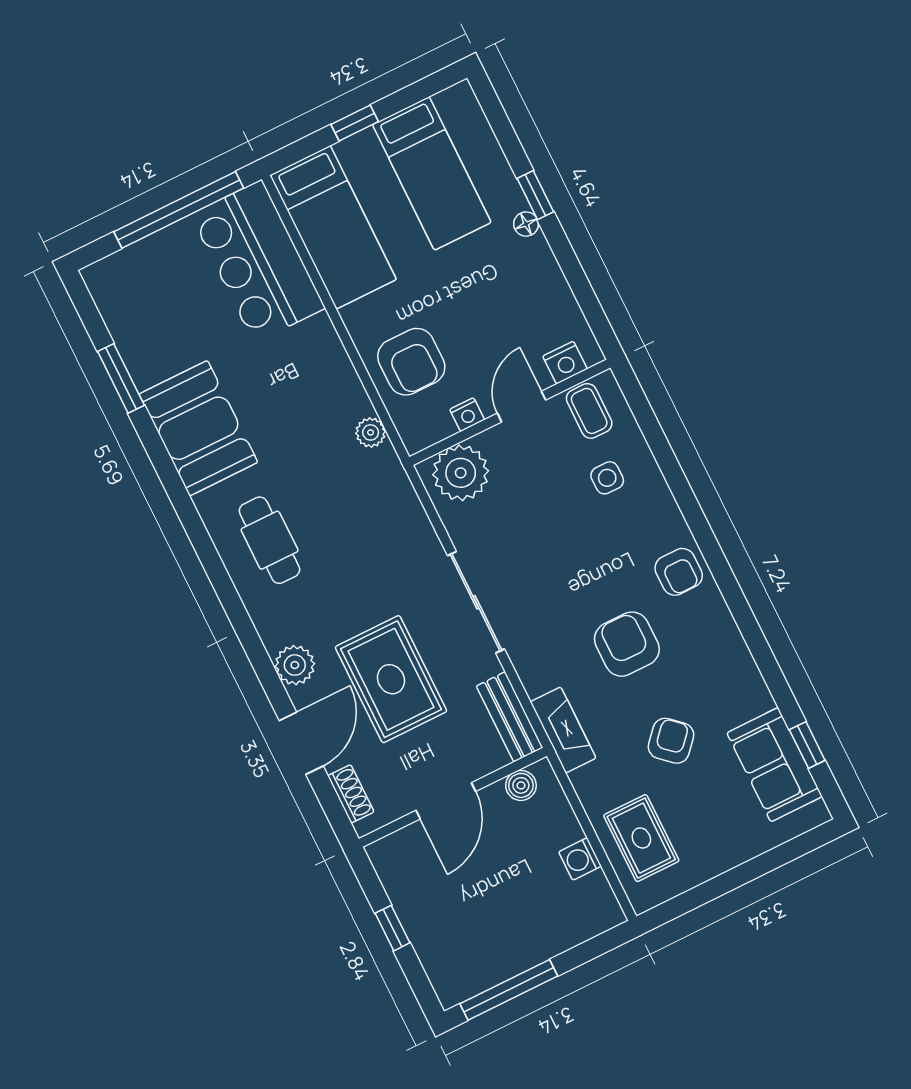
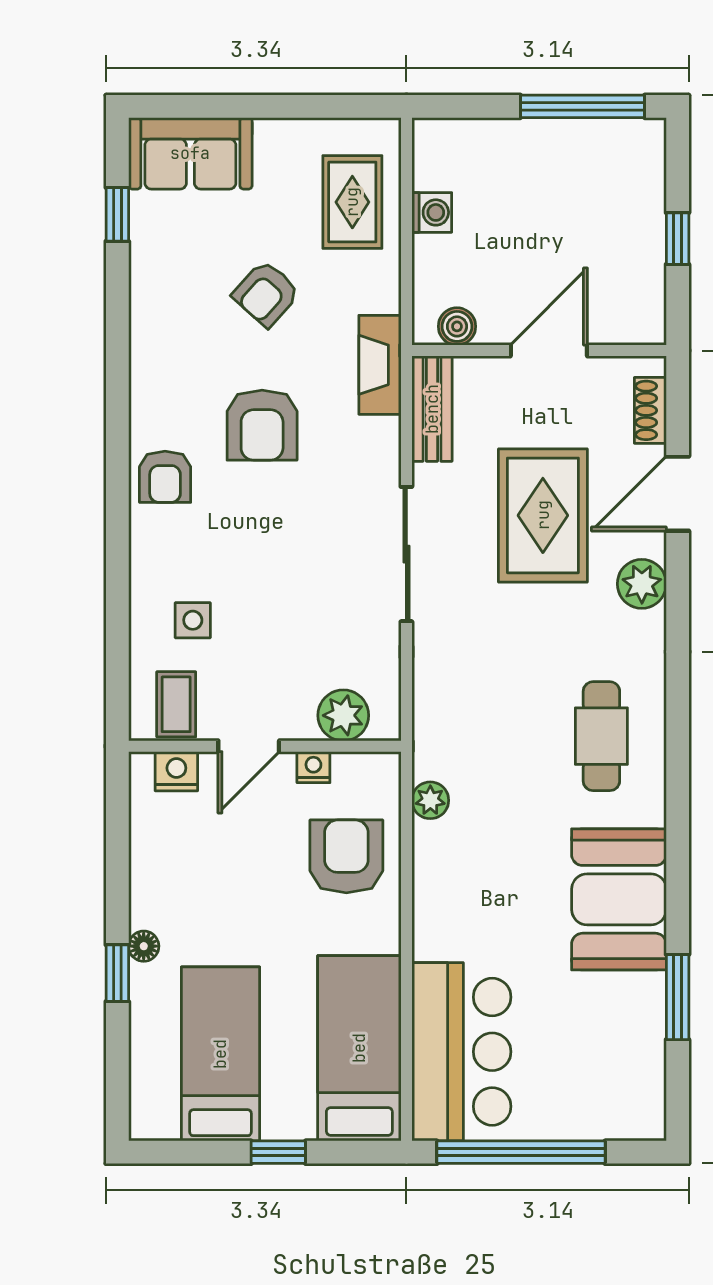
plant: (461, 473) -> (343, 715), width x0.73, depth x0.73
armchair: (679, 572) -> (165, 477), turned 180
sofa: (775, 765) -> (190, 153), moved, turned 90

